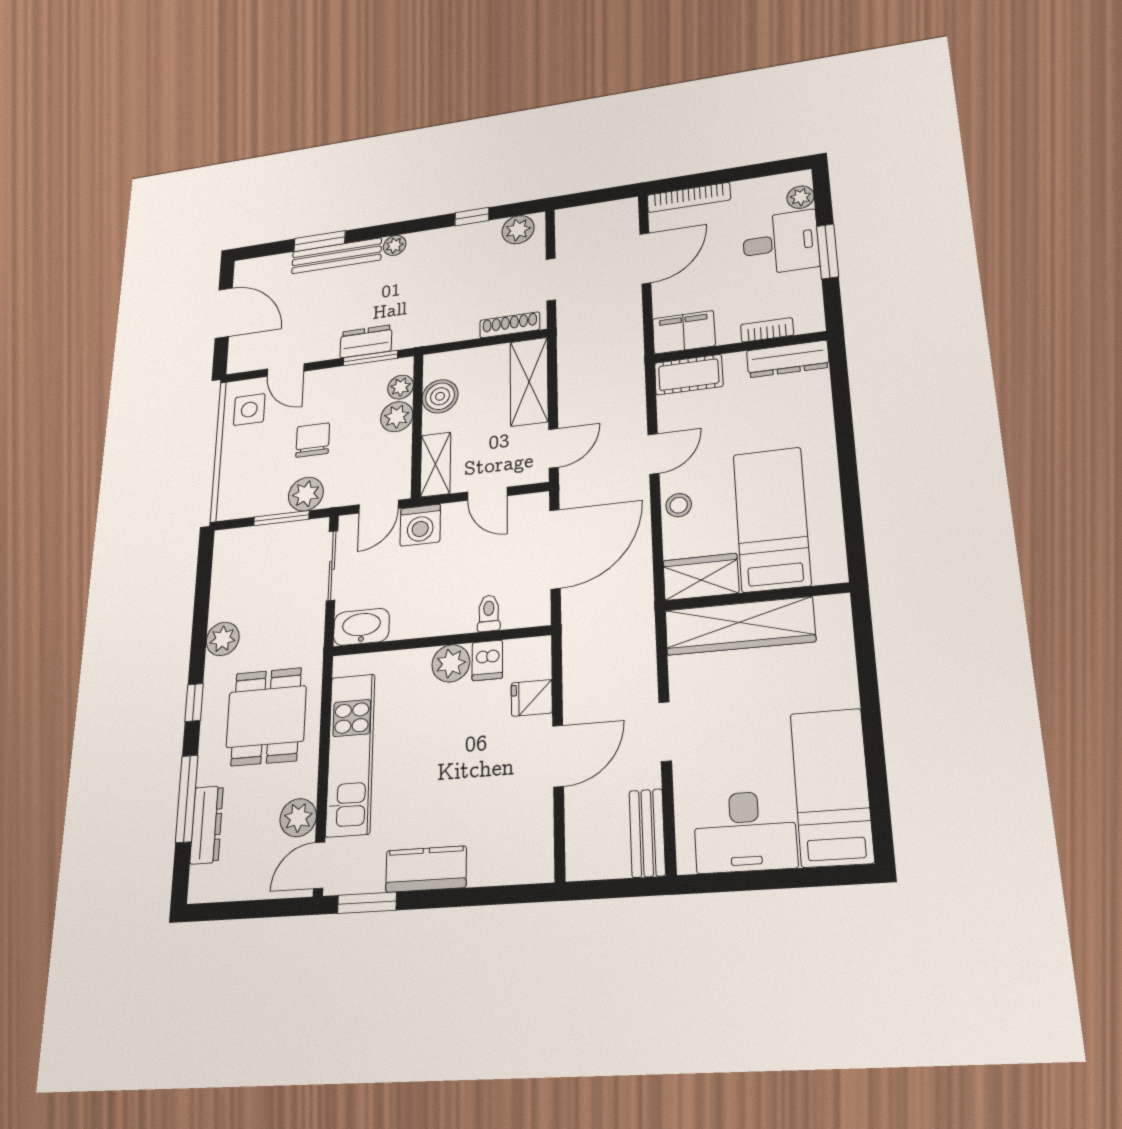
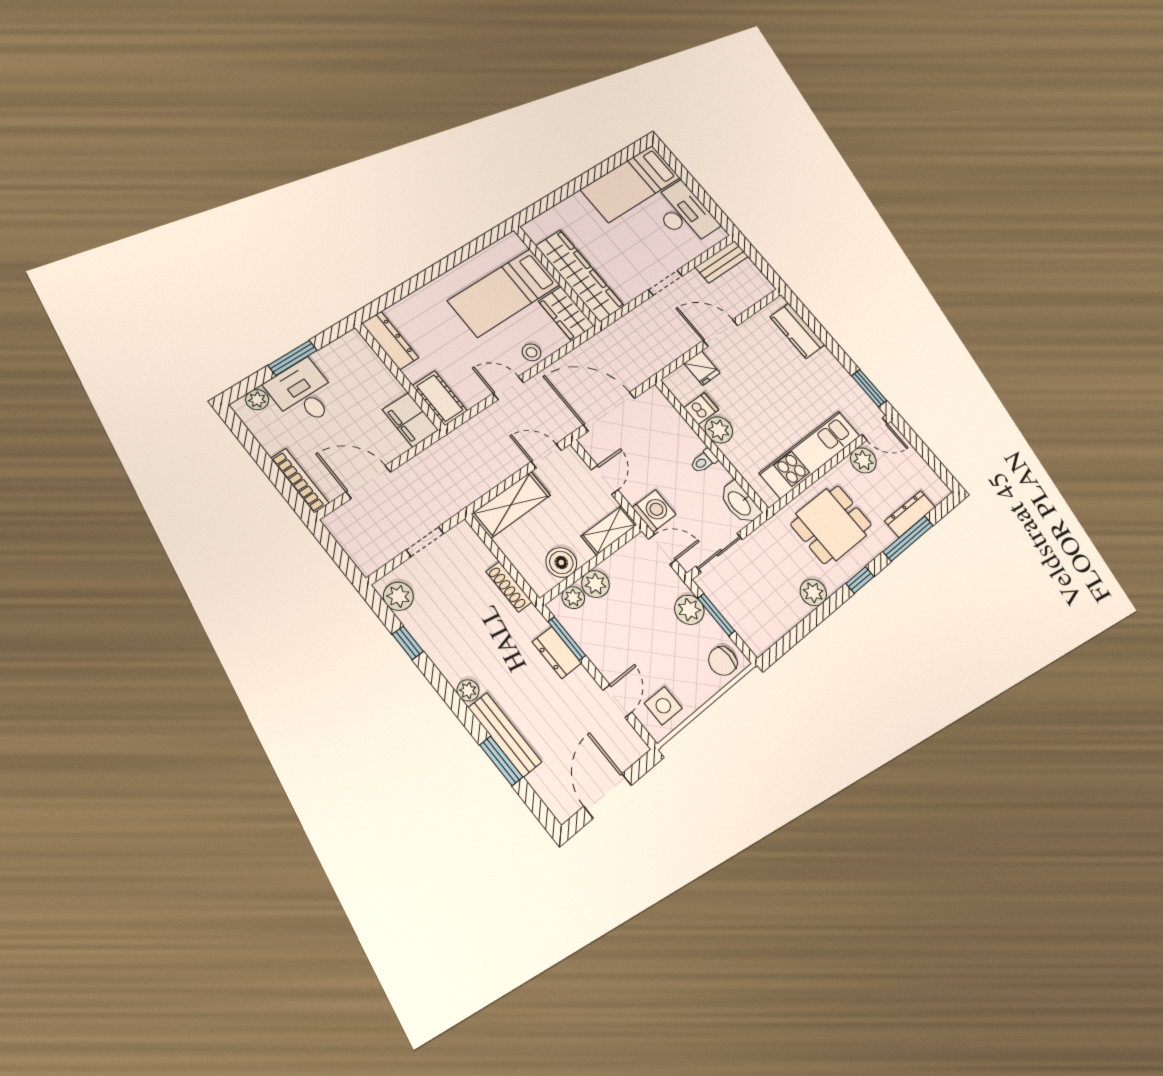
shoe rack: (510, 325) -> (509, 587), moved
bookcase: (767, 330) -> (376, 365), removed
chair: (313, 440) -> (723, 661), moved
toilet: (489, 613) -> (704, 461), moved
kitchen counter: (426, 869) -> (797, 331), moved

